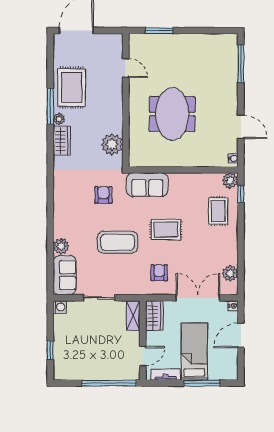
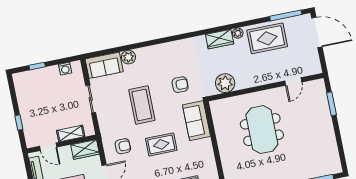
window: (50, 106) -> (286, 15), moved
meeting table: (172, 114) -> (262, 130), turned 90
rug: (166, 230) -> (161, 144), turned 90
washing machine: (60, 307) -> (65, 69), moved
shelving: (133, 316) -> (71, 134), moved
window: (109, 383) -> (19, 122), width x0.32

